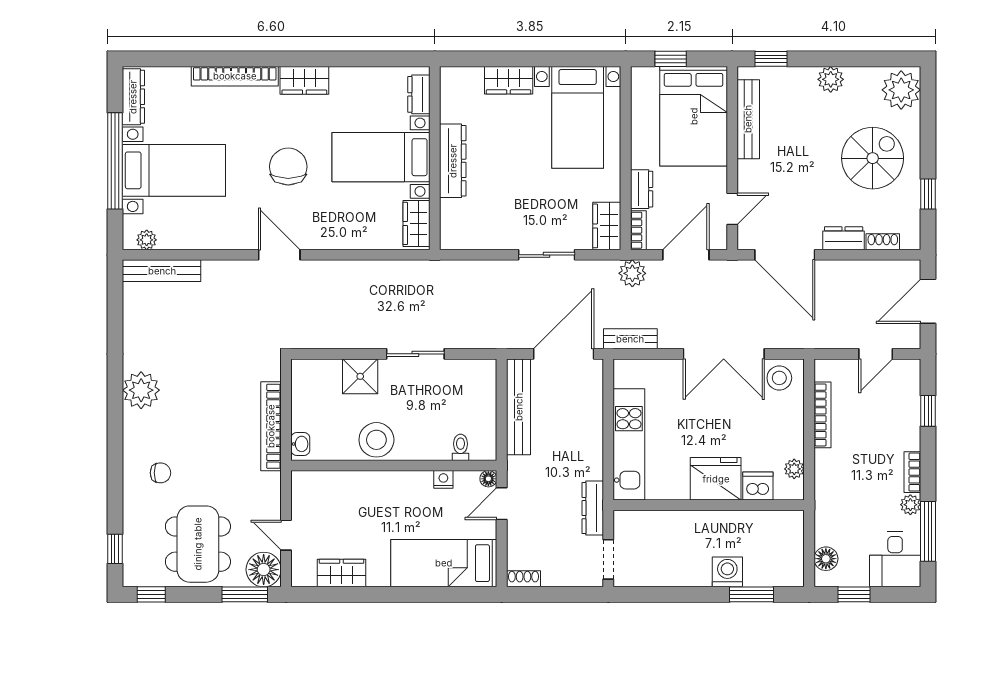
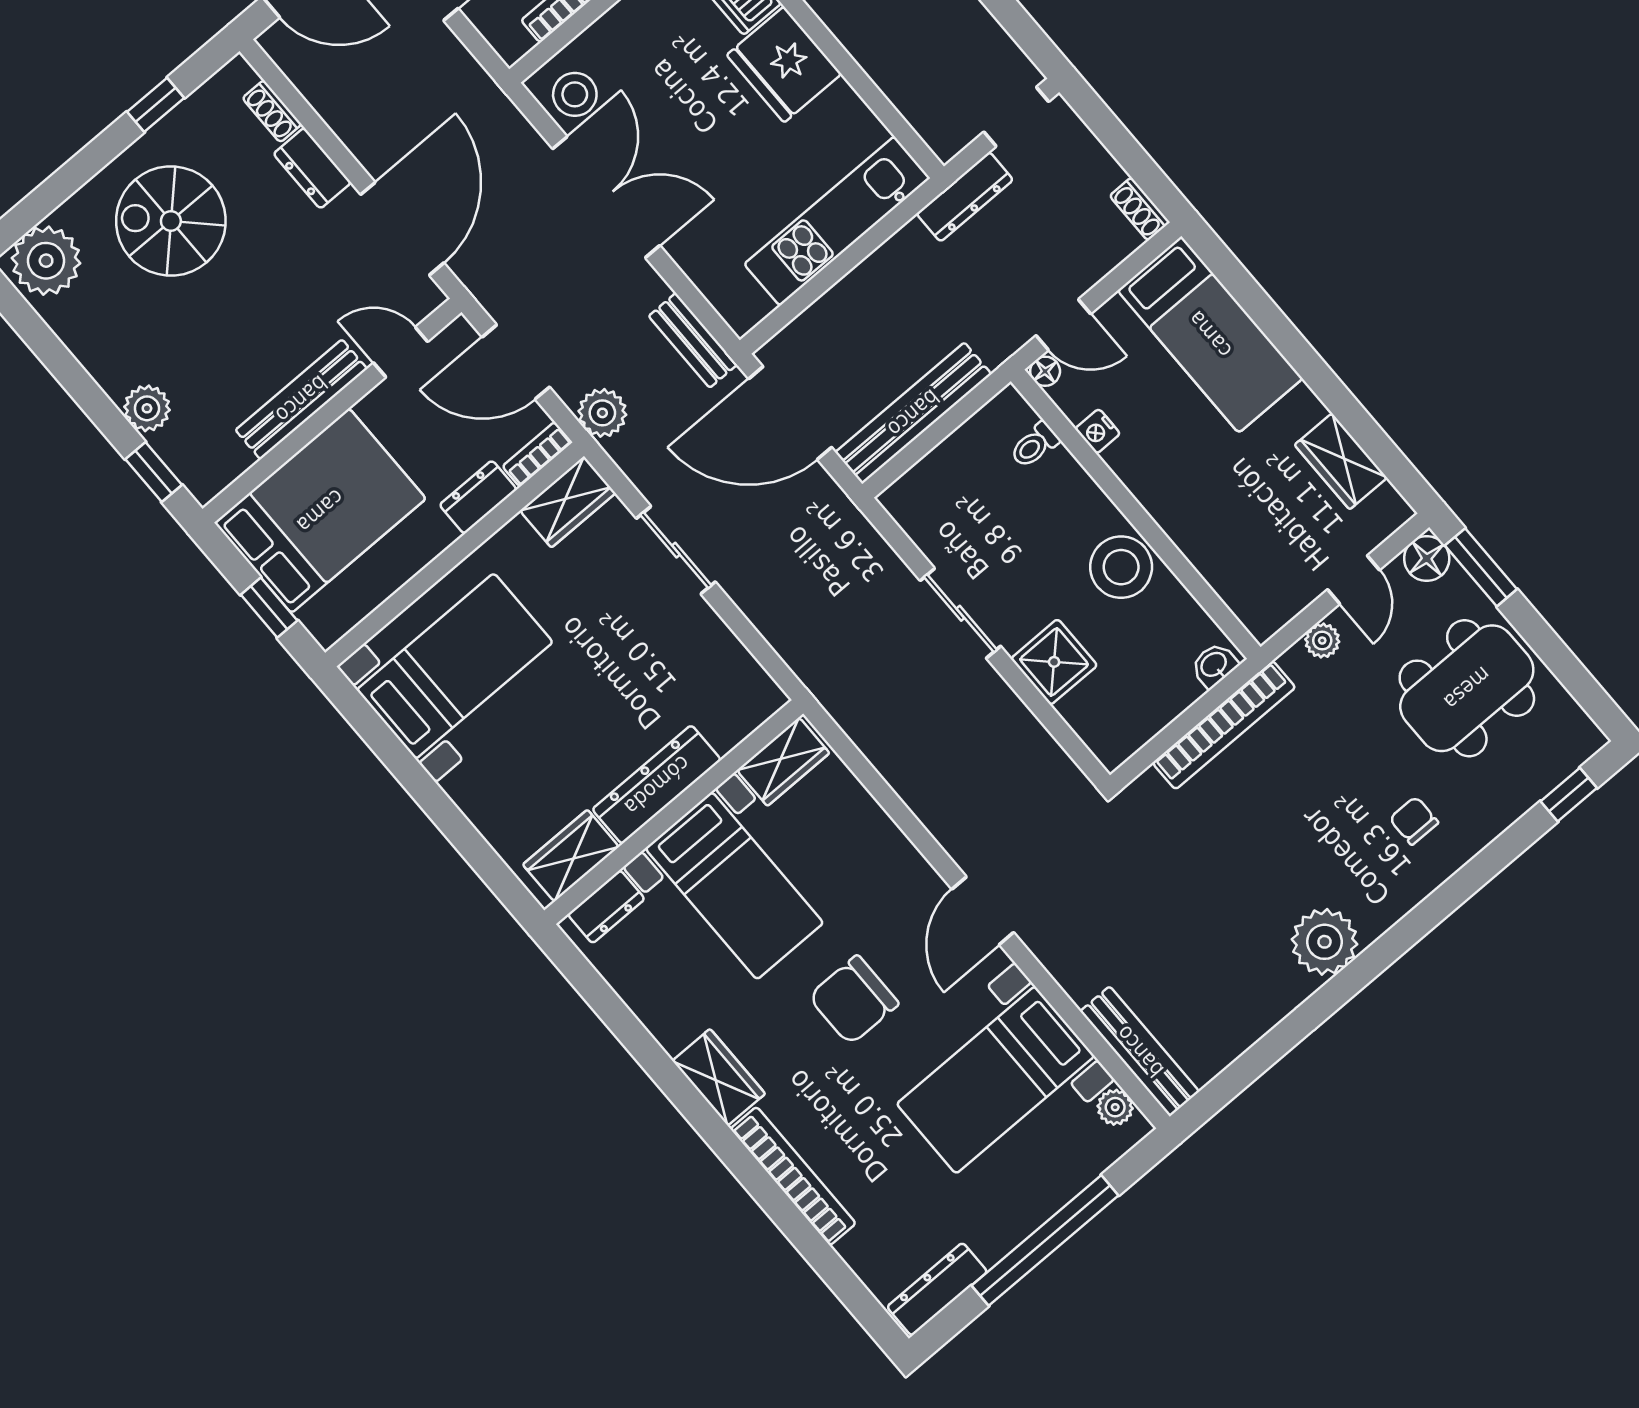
plant: (831, 79) -> (147, 408), moved
wardrobe: (509, 80) -> (571, 856), moved, turned -90
bench: (748, 119) -> (301, 399), moved
bed with nightstands: (174, 170) -> (996, 1080), moved, turned -90
plant: (271, 499) -> (1322, 641), added
floor lamp: (264, 570) -> (1427, 559), width x0.73, depth x0.73
window: (151, 594) -> (1588, 694), removed

